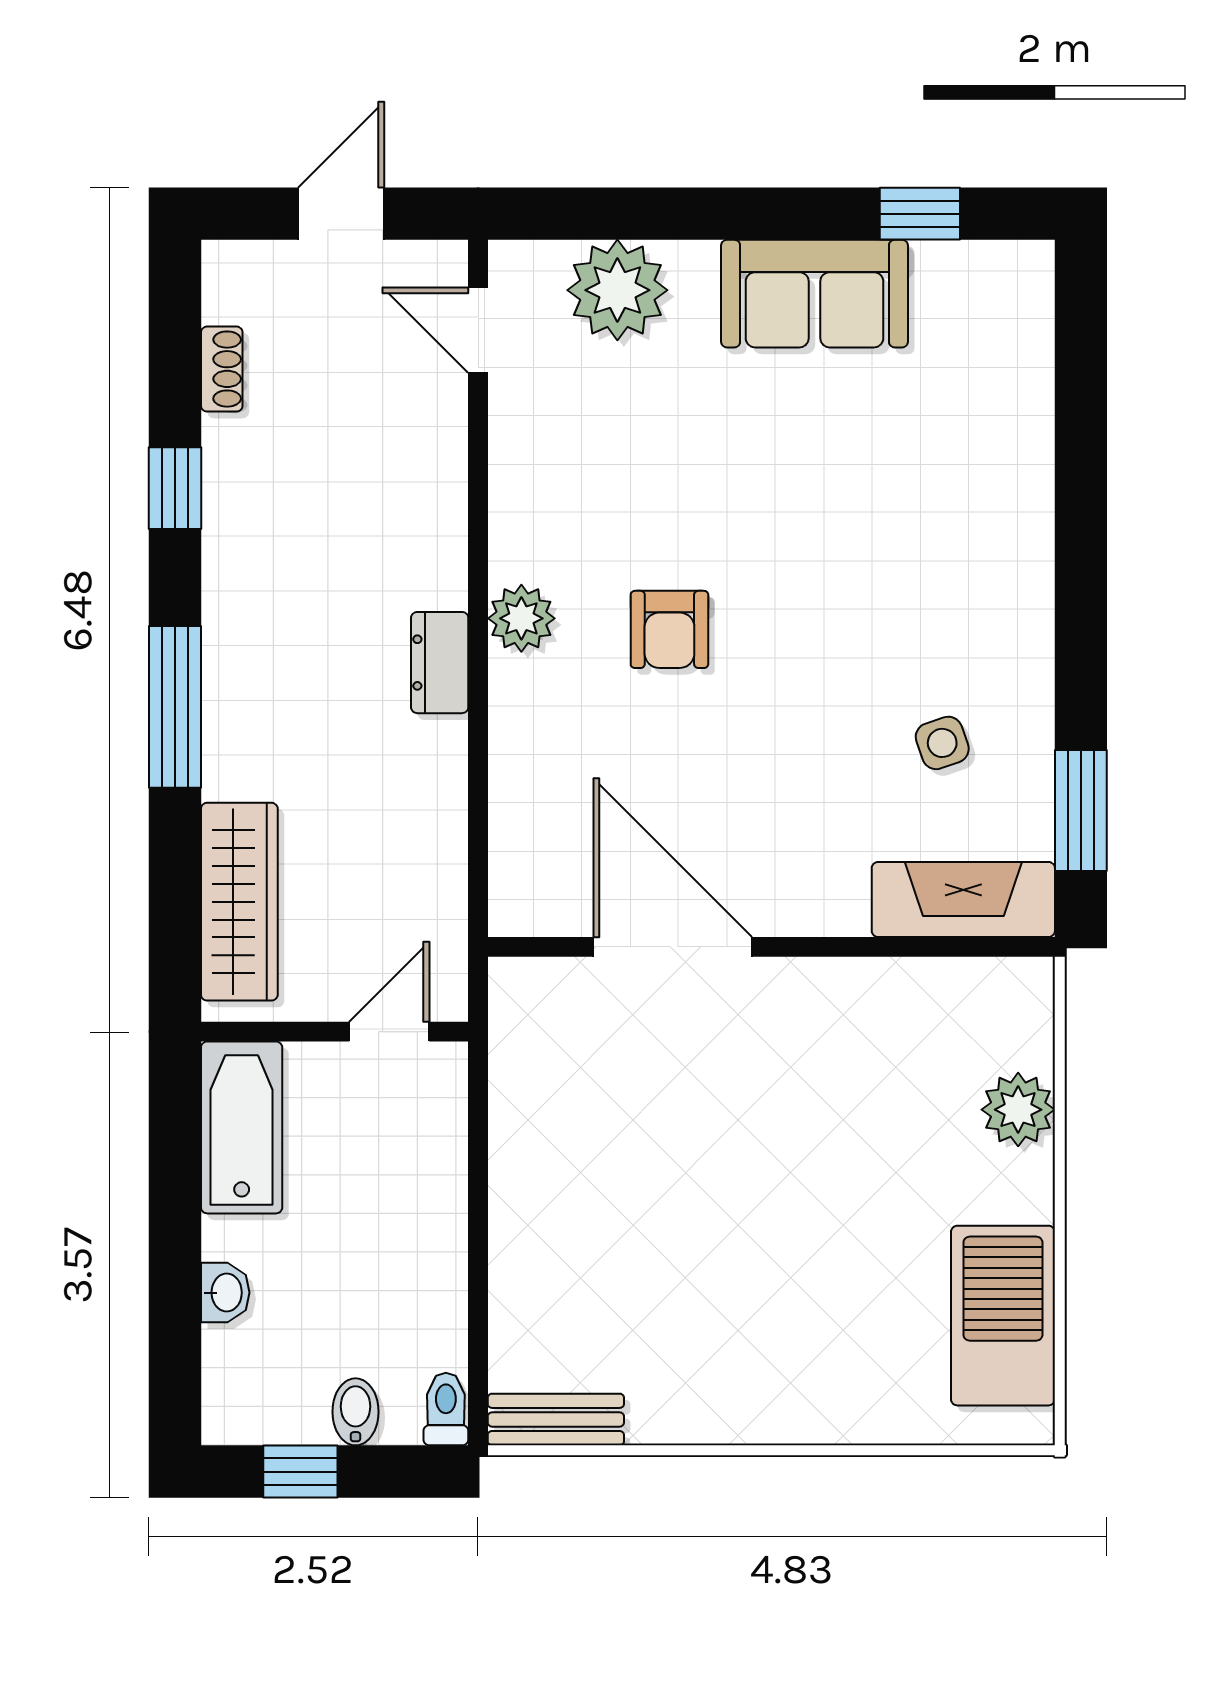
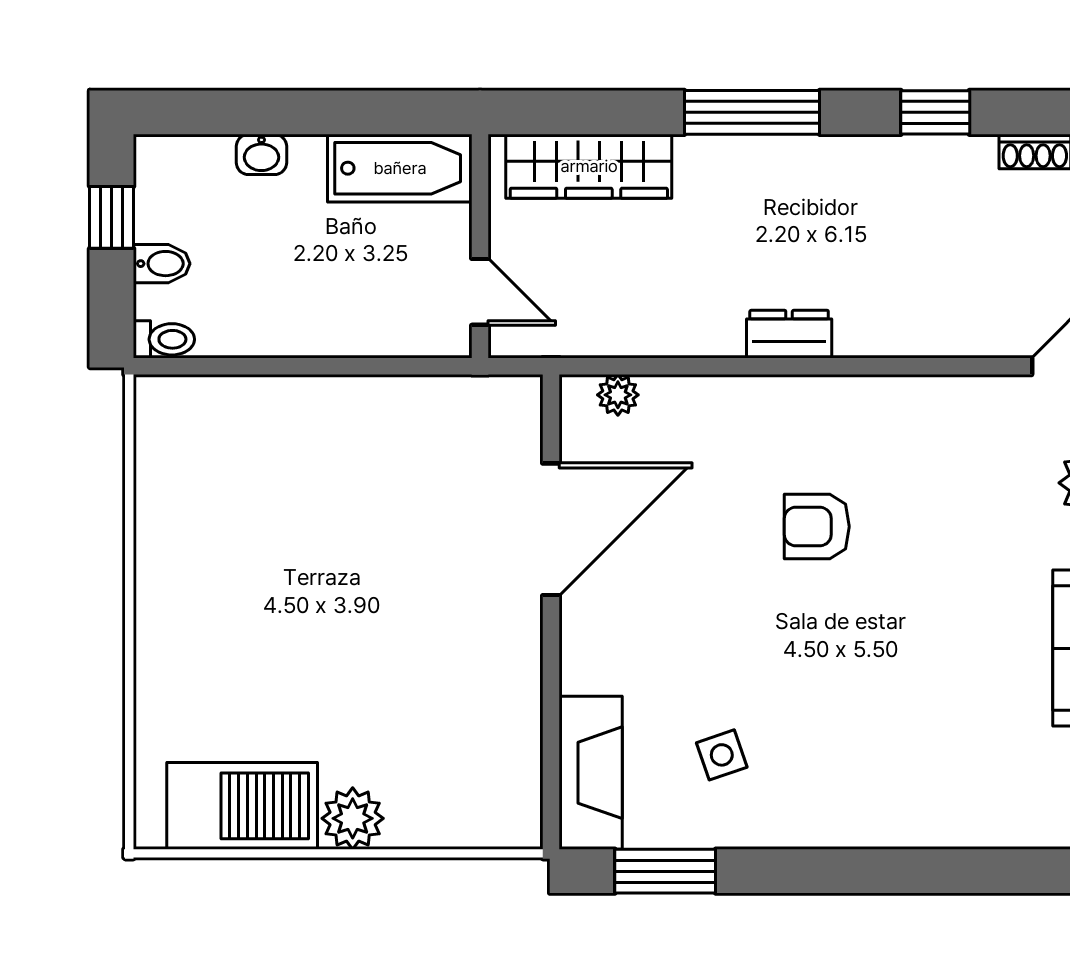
plant: (521, 618) -> (618, 395), moved, width x0.73, depth x0.73
plant: (1018, 1110) -> (353, 818), moved
bench: (556, 1419) -> (155, 431), removed

